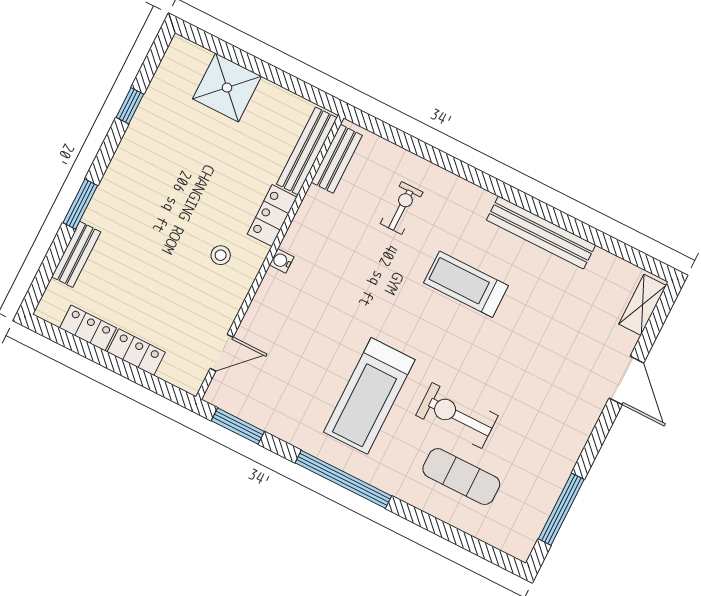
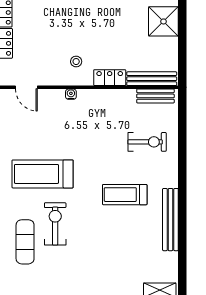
exercise bike: (402, 208) -> (147, 142), width x1.38, depth x1.39
water cooler: (282, 261) -> (71, 94), moved
treadmill: (466, 284) -> (125, 195), turned -90

